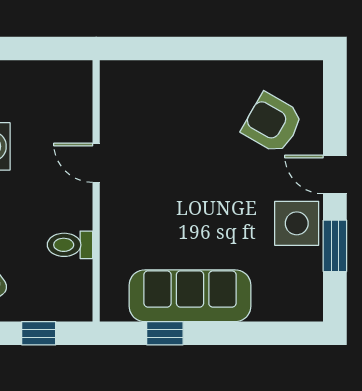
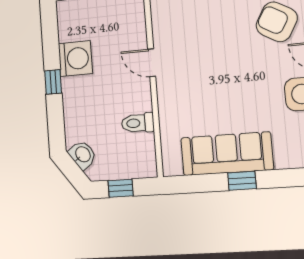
window: (165, 333) -> (242, 181), moved

